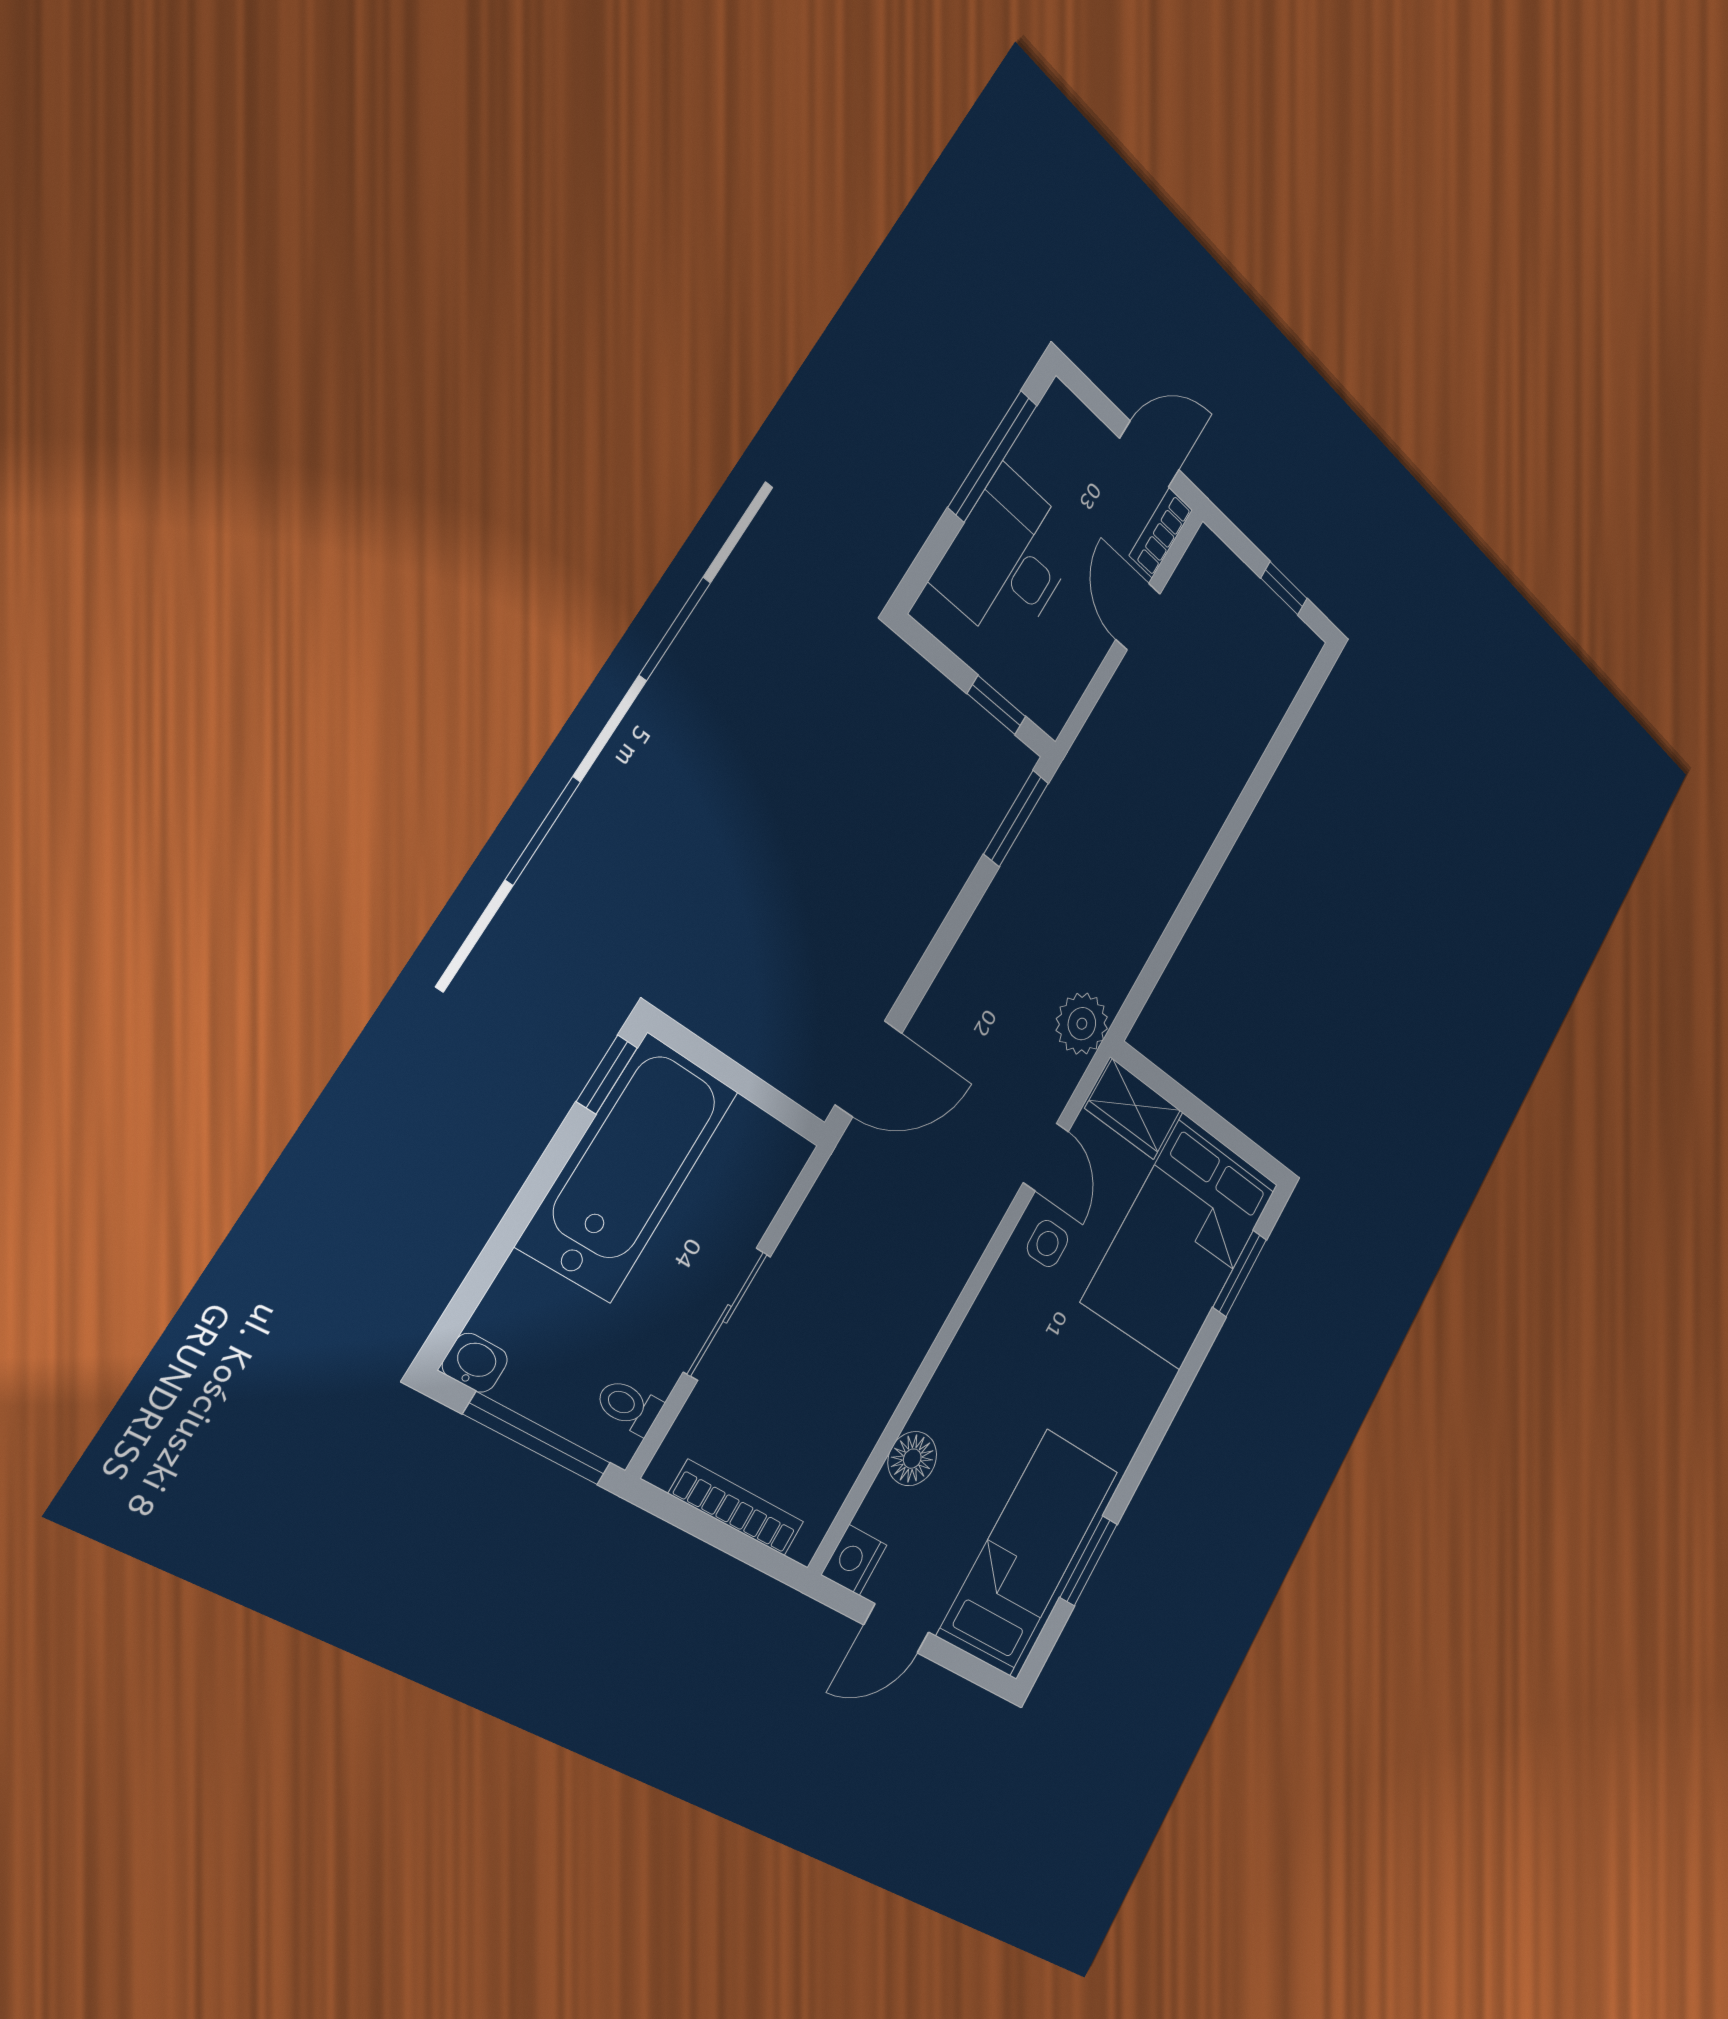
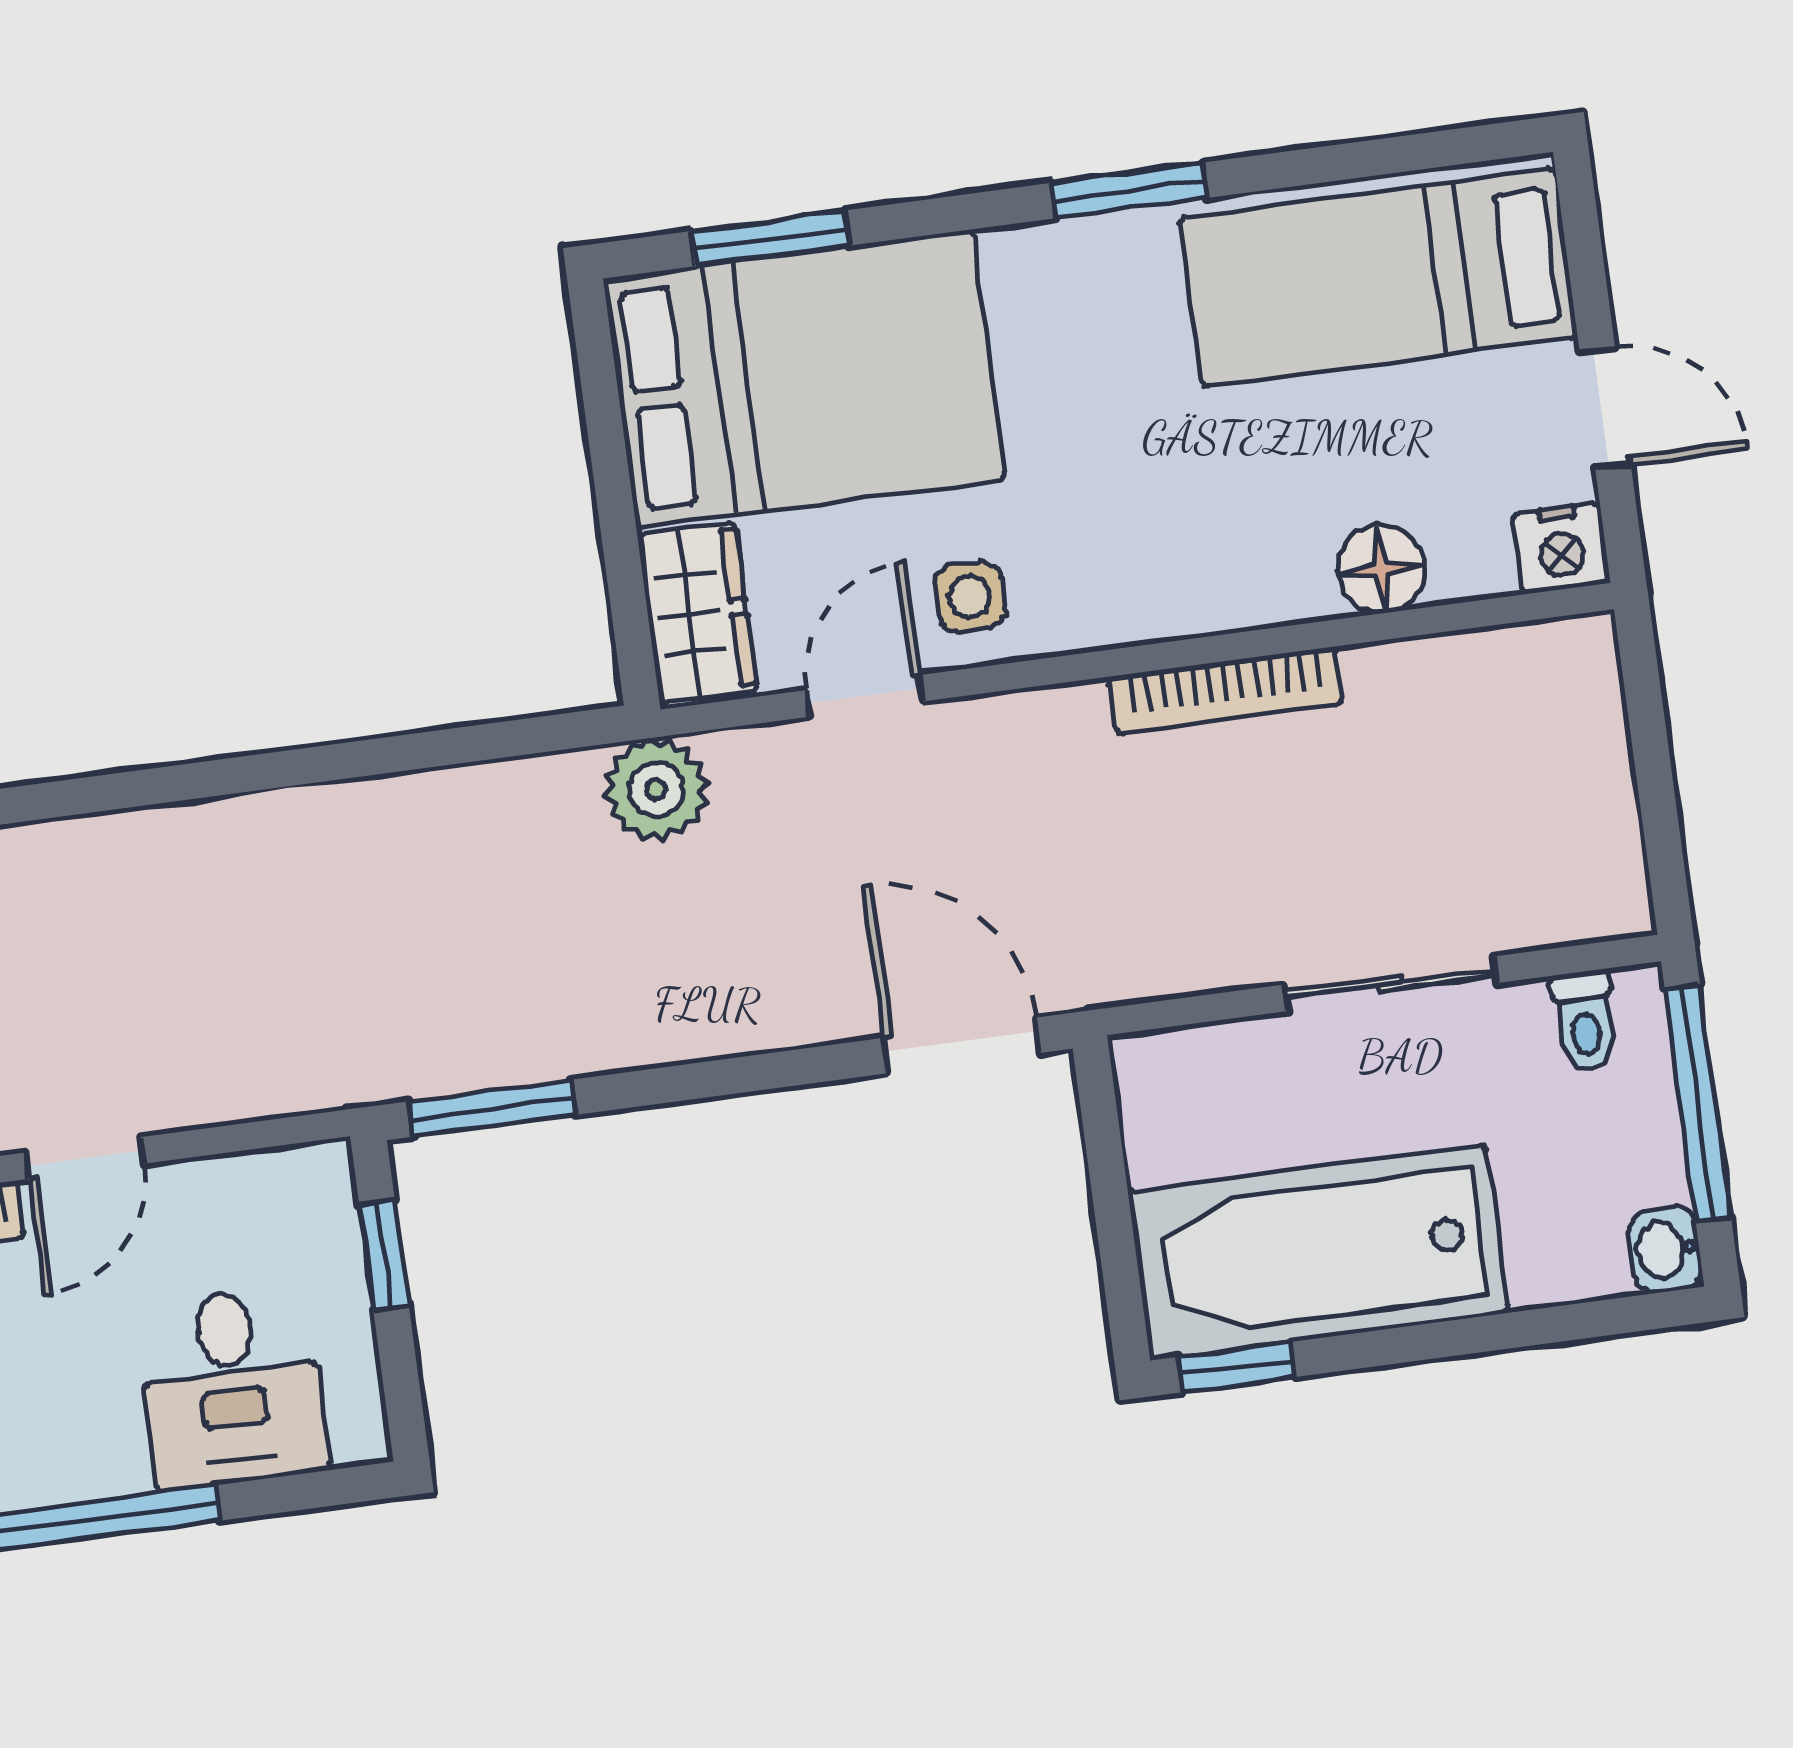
desk: (1008, 560) -> (232, 1388), width x0.73
bookcase: (737, 1508) -> (1225, 691), moved, turned -90
window: (1089, 1561) -> (1129, 190), moved

